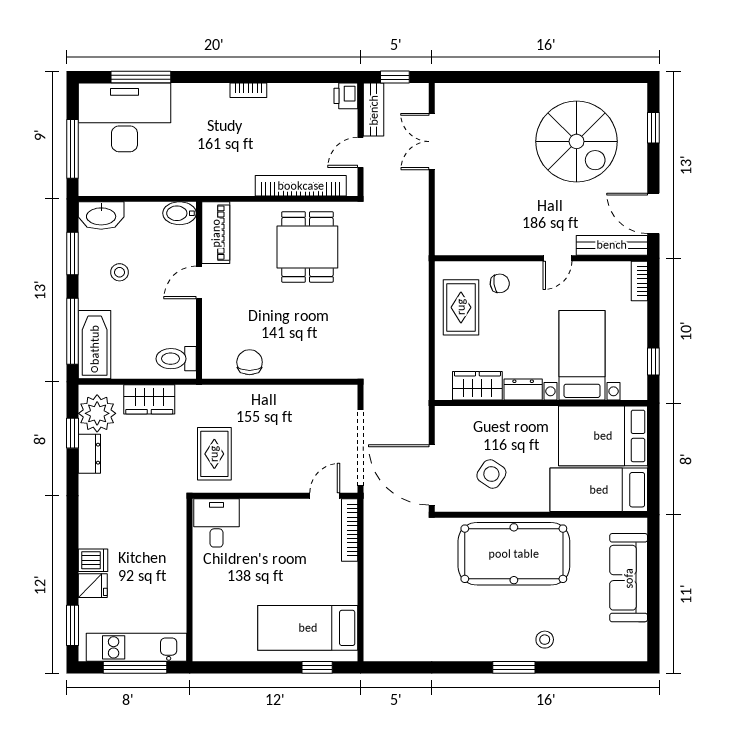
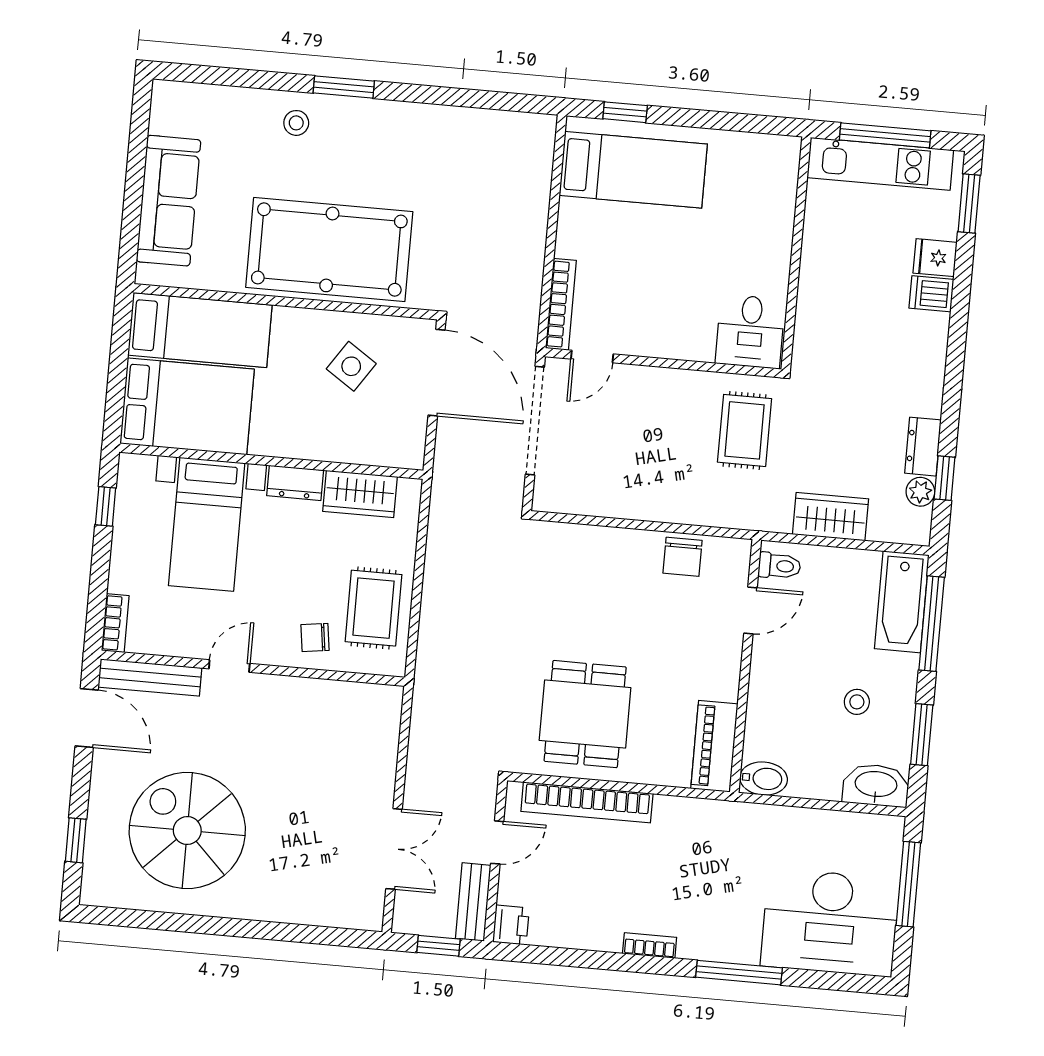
window: (141, 77) -> (739, 973), moved
door: (199, 282) -> (750, 611), moved
toilet: (176, 359) -> (779, 566), width x0.73, depth x0.72
plant: (97, 413) -> (920, 492), width x0.53, depth x0.53

